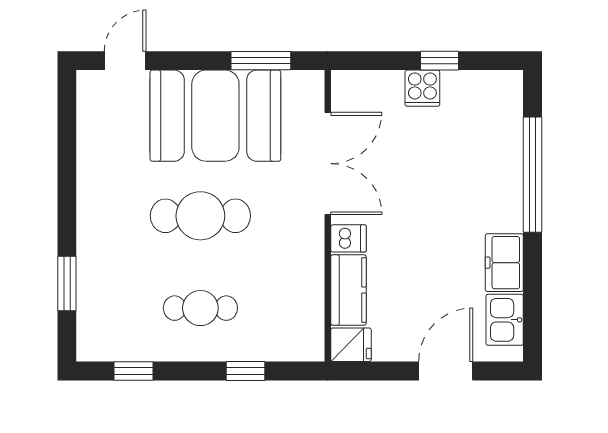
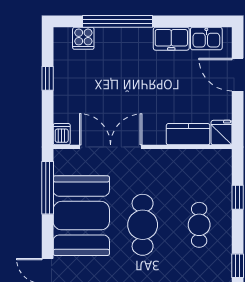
window: (261, 61) -> (48, 188), width x1.44
cooker: (422, 88) -> (83, 38), moved, turned 90
dishwasher: (349, 238) -> (62, 134), moved

